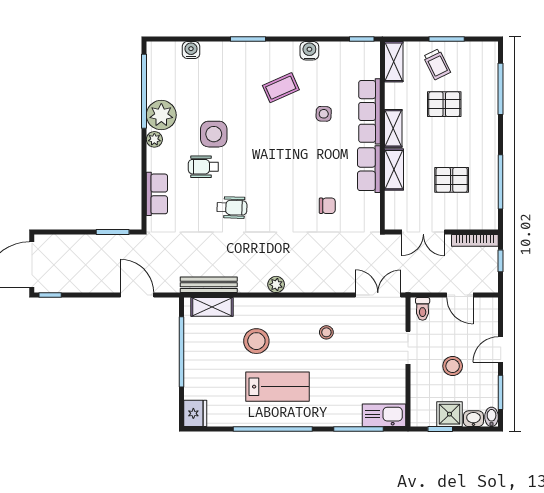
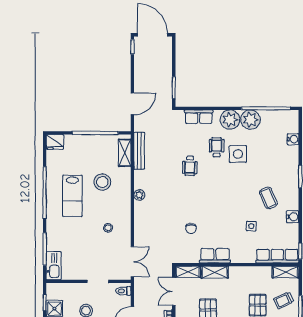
row of seats: (369, 111) -> (277, 256), moved
shelving: (393, 128) -> (188, 272), moved
plant: (154, 139) -> (230, 120), width x1.87, depth x1.87

